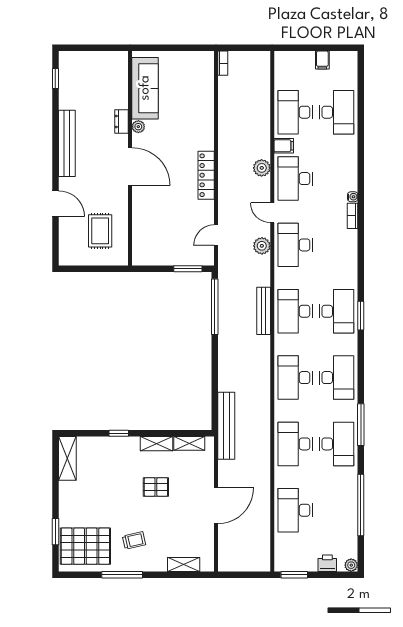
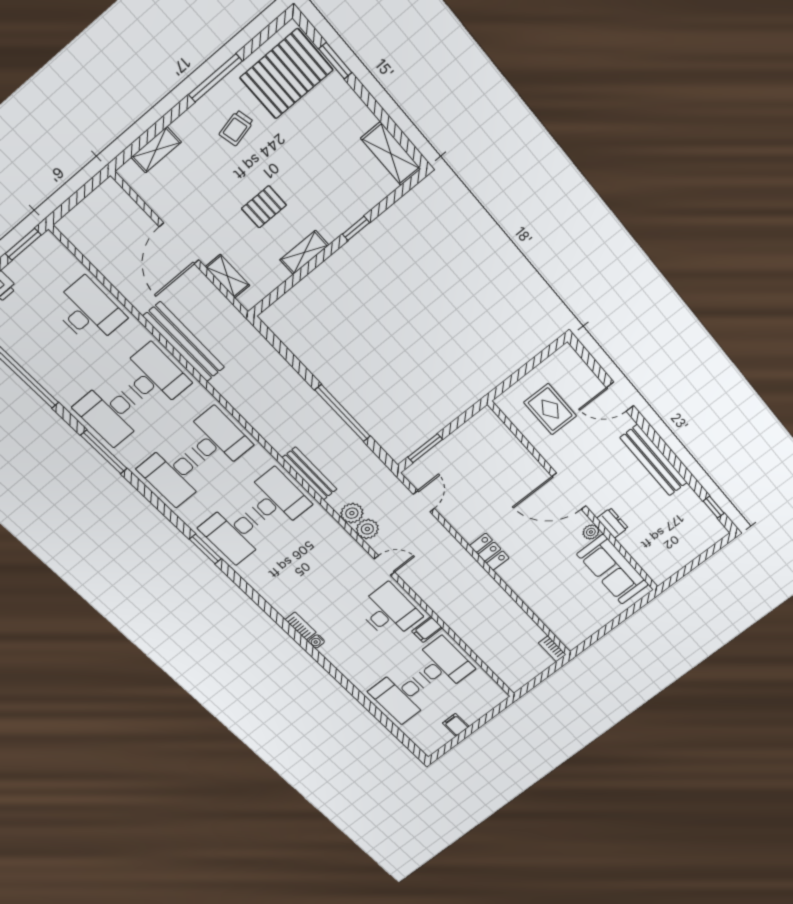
plant: (262, 168) -> (352, 513), moved
locker: (206, 175) -> (489, 552), width x0.66
desk: (295, 245) -> (334, 557), removed
window: (215, 307) -> (343, 413), moved
bench: (226, 426) -> (184, 342), moved
shelving: (189, 443) -> (227, 276), moved, turned 90

